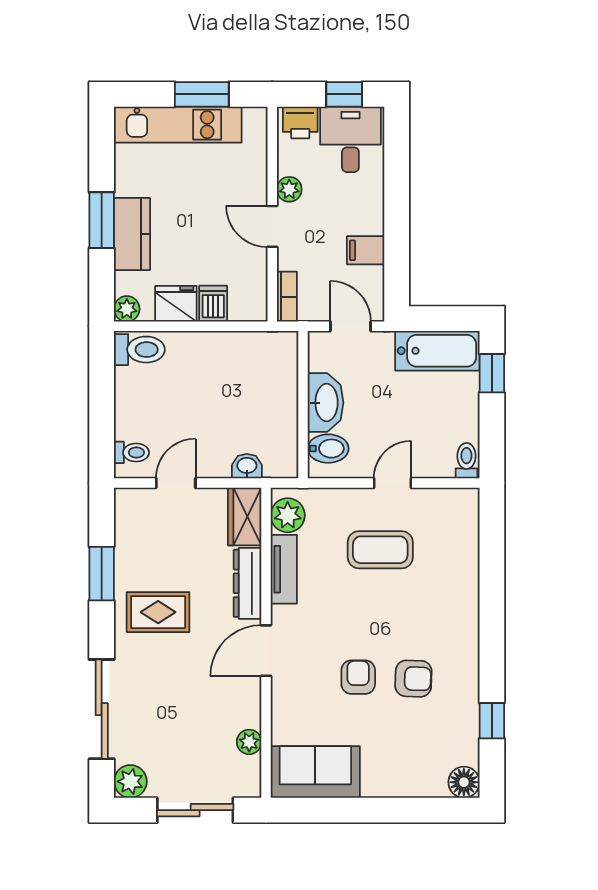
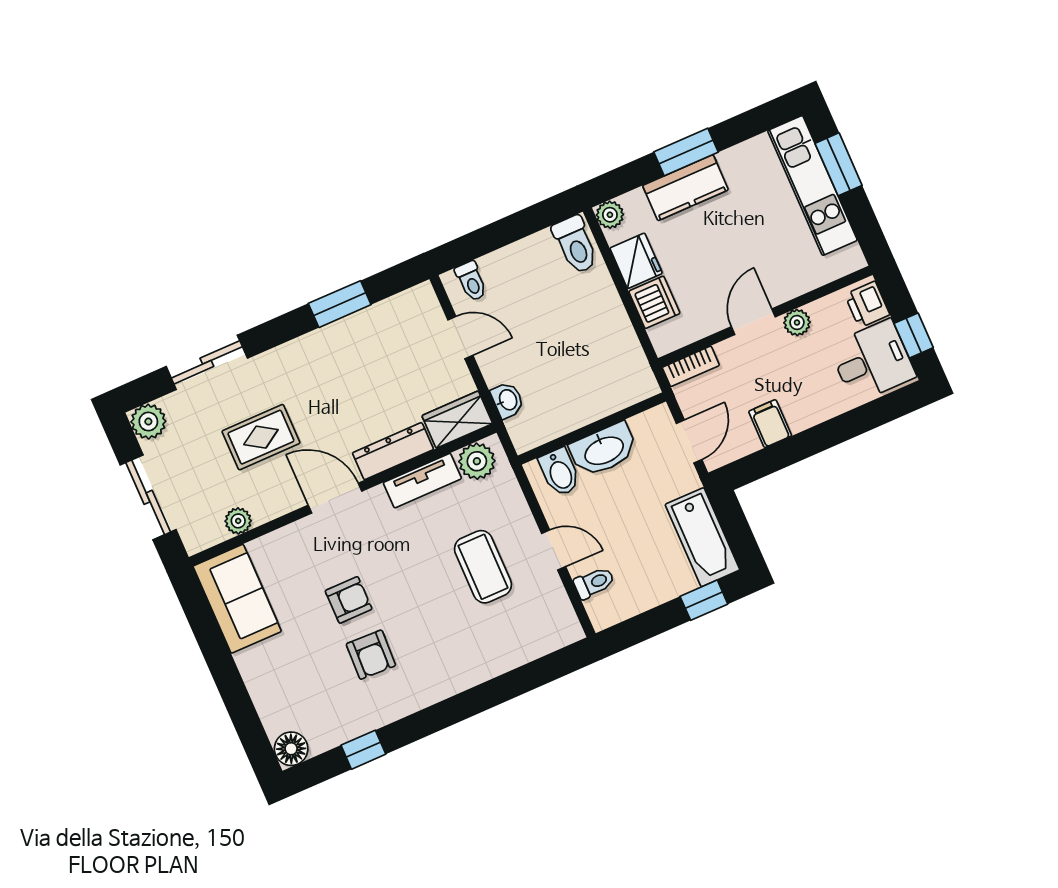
window: (202, 94) -> (839, 164), moved
dishwasher: (213, 304) -> (654, 302), width x1.38
toilet: (466, 461) -> (594, 583), moved
rug: (158, 612) -> (261, 437), moved, turned 90
sliding door: (102, 709) -> (207, 362), width x0.73

